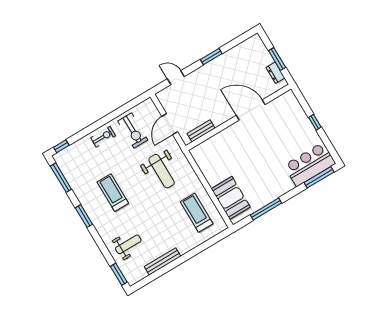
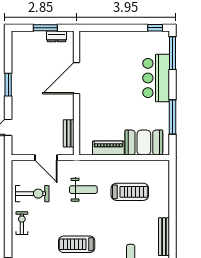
window: (315, 122) -> (155, 28), moved
bar counter: (310, 164) -> (156, 78), moved
weight bench: (162, 171) -> (83, 190), width x0.73, depth x0.75
piano: (209, 171) -> (108, 148), added
treadmill: (197, 213) -> (130, 192), moved, turned 180

